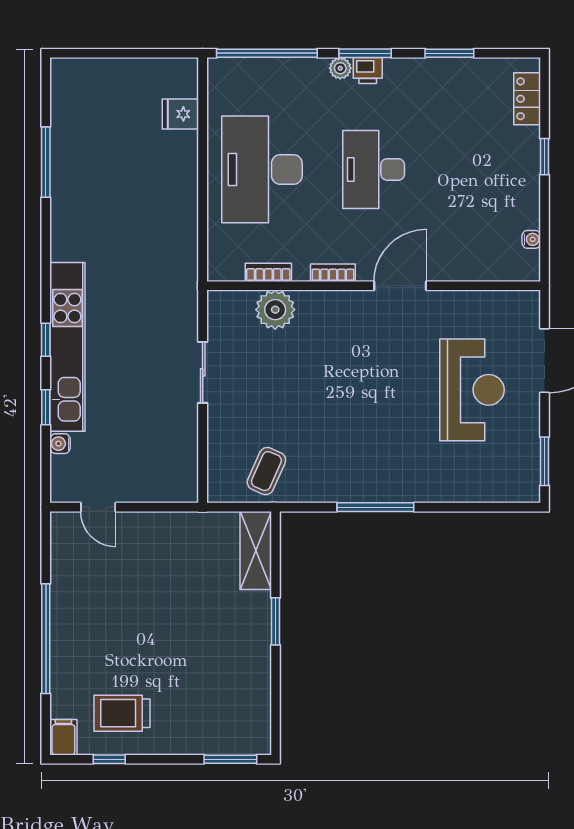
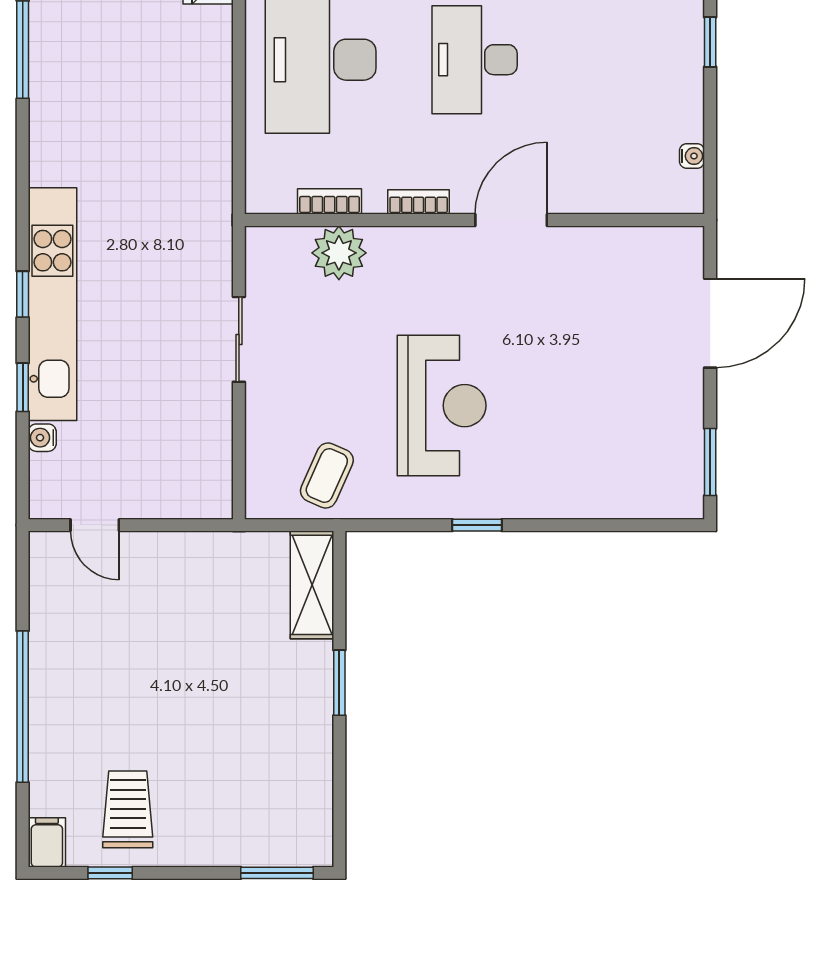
reception desk: (472, 390) -> (442, 406), moved
window: (375, 507) -> (477, 525), width x0.46
trolley: (122, 713) -> (128, 809), turned 90

